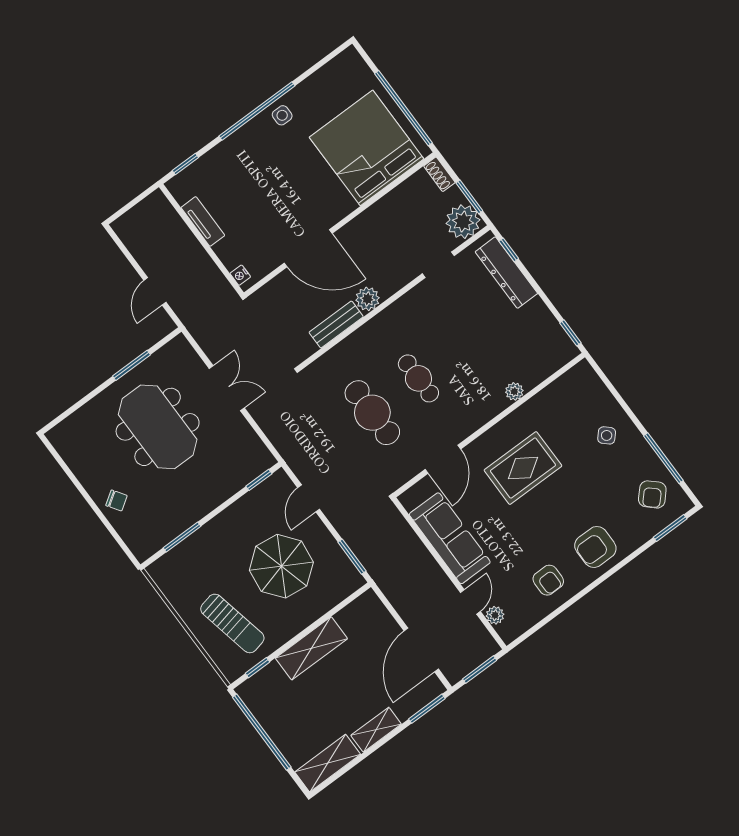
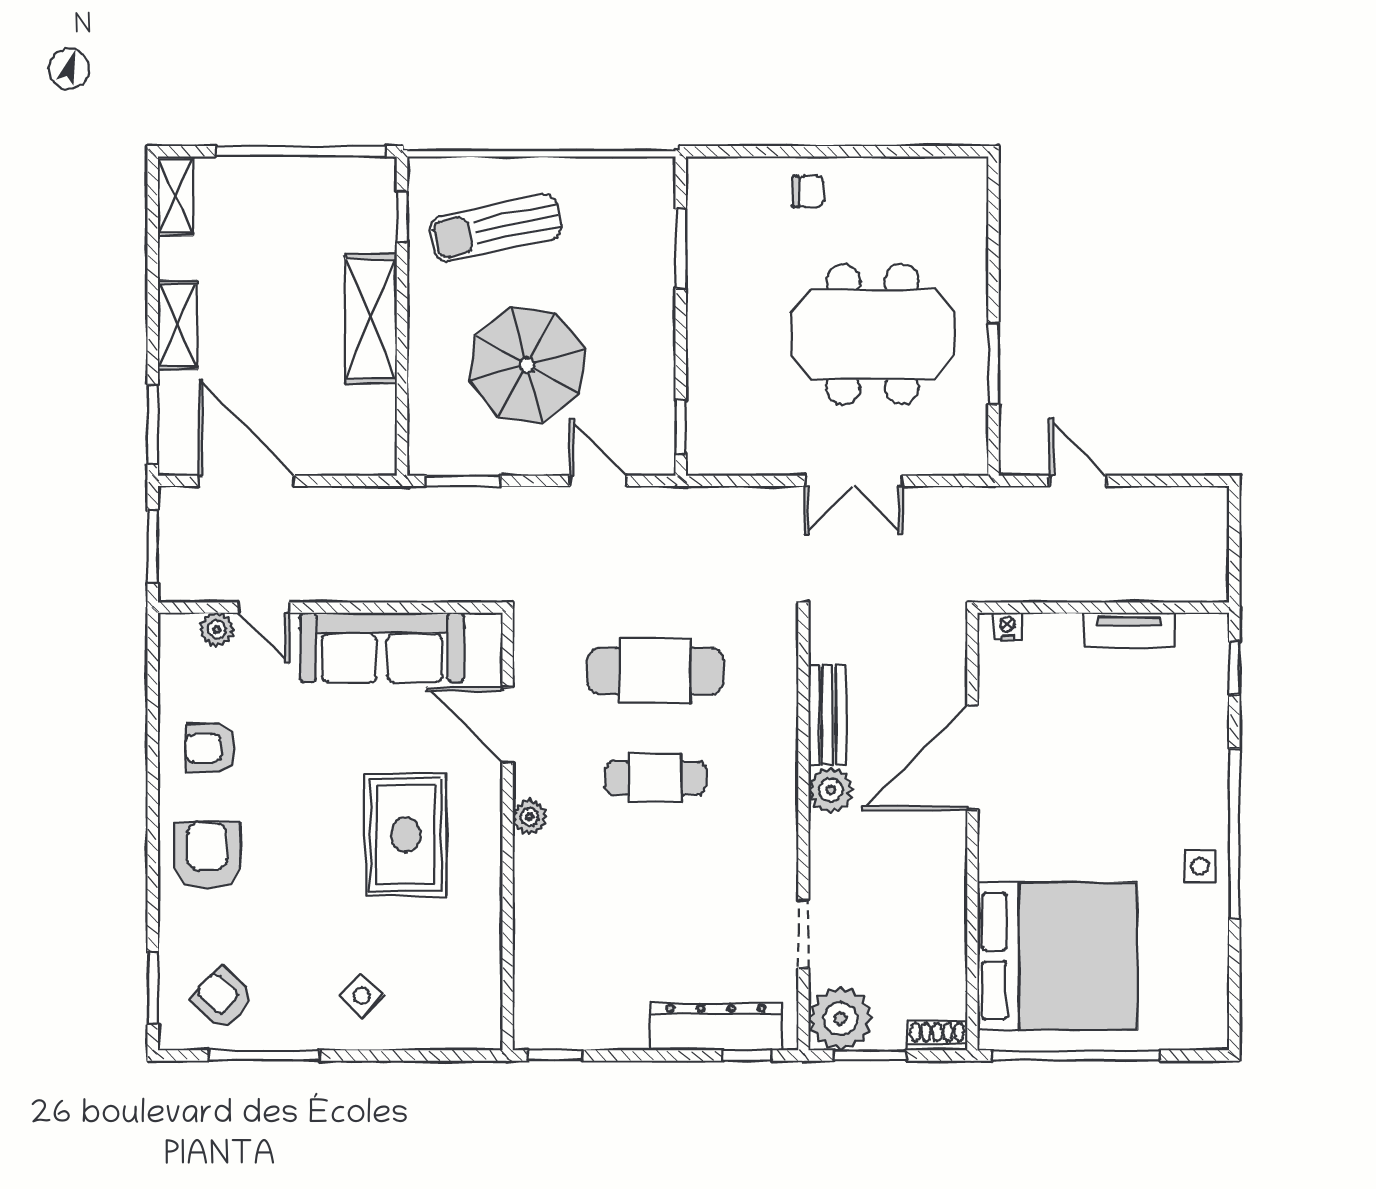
plant: (514, 391) -> (530, 817), moved
chair: (116, 500) -> (808, 191), turned -146
shelving: (328, 763) -> (176, 196), width x0.67, depth x0.75

